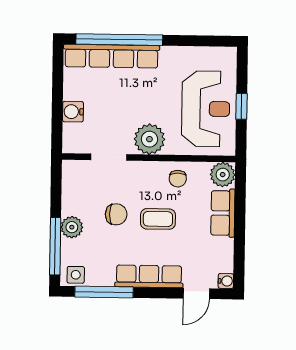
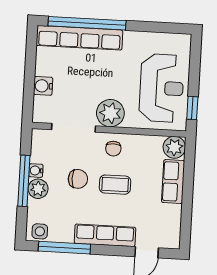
window: (241, 106) -> (192, 108), moved
doorway: (109, 157) -> (74, 128), width x1.38
chair: (178, 179) -> (113, 149), moved
window: (55, 246) -> (24, 181), moved
water cooler: (226, 281) -> (36, 171), moved, turned 180

